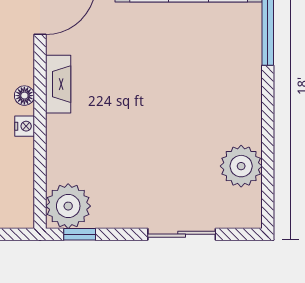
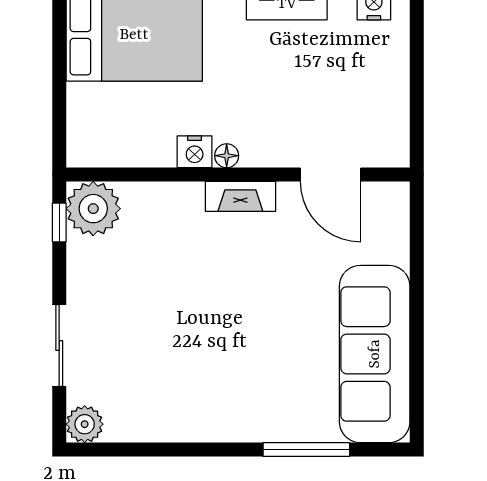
nightstand: (25, 126) -> (195, 152), width x1.39, depth x1.35
plant: (241, 166) -> (85, 424), moved, width x0.73, depth x0.73

